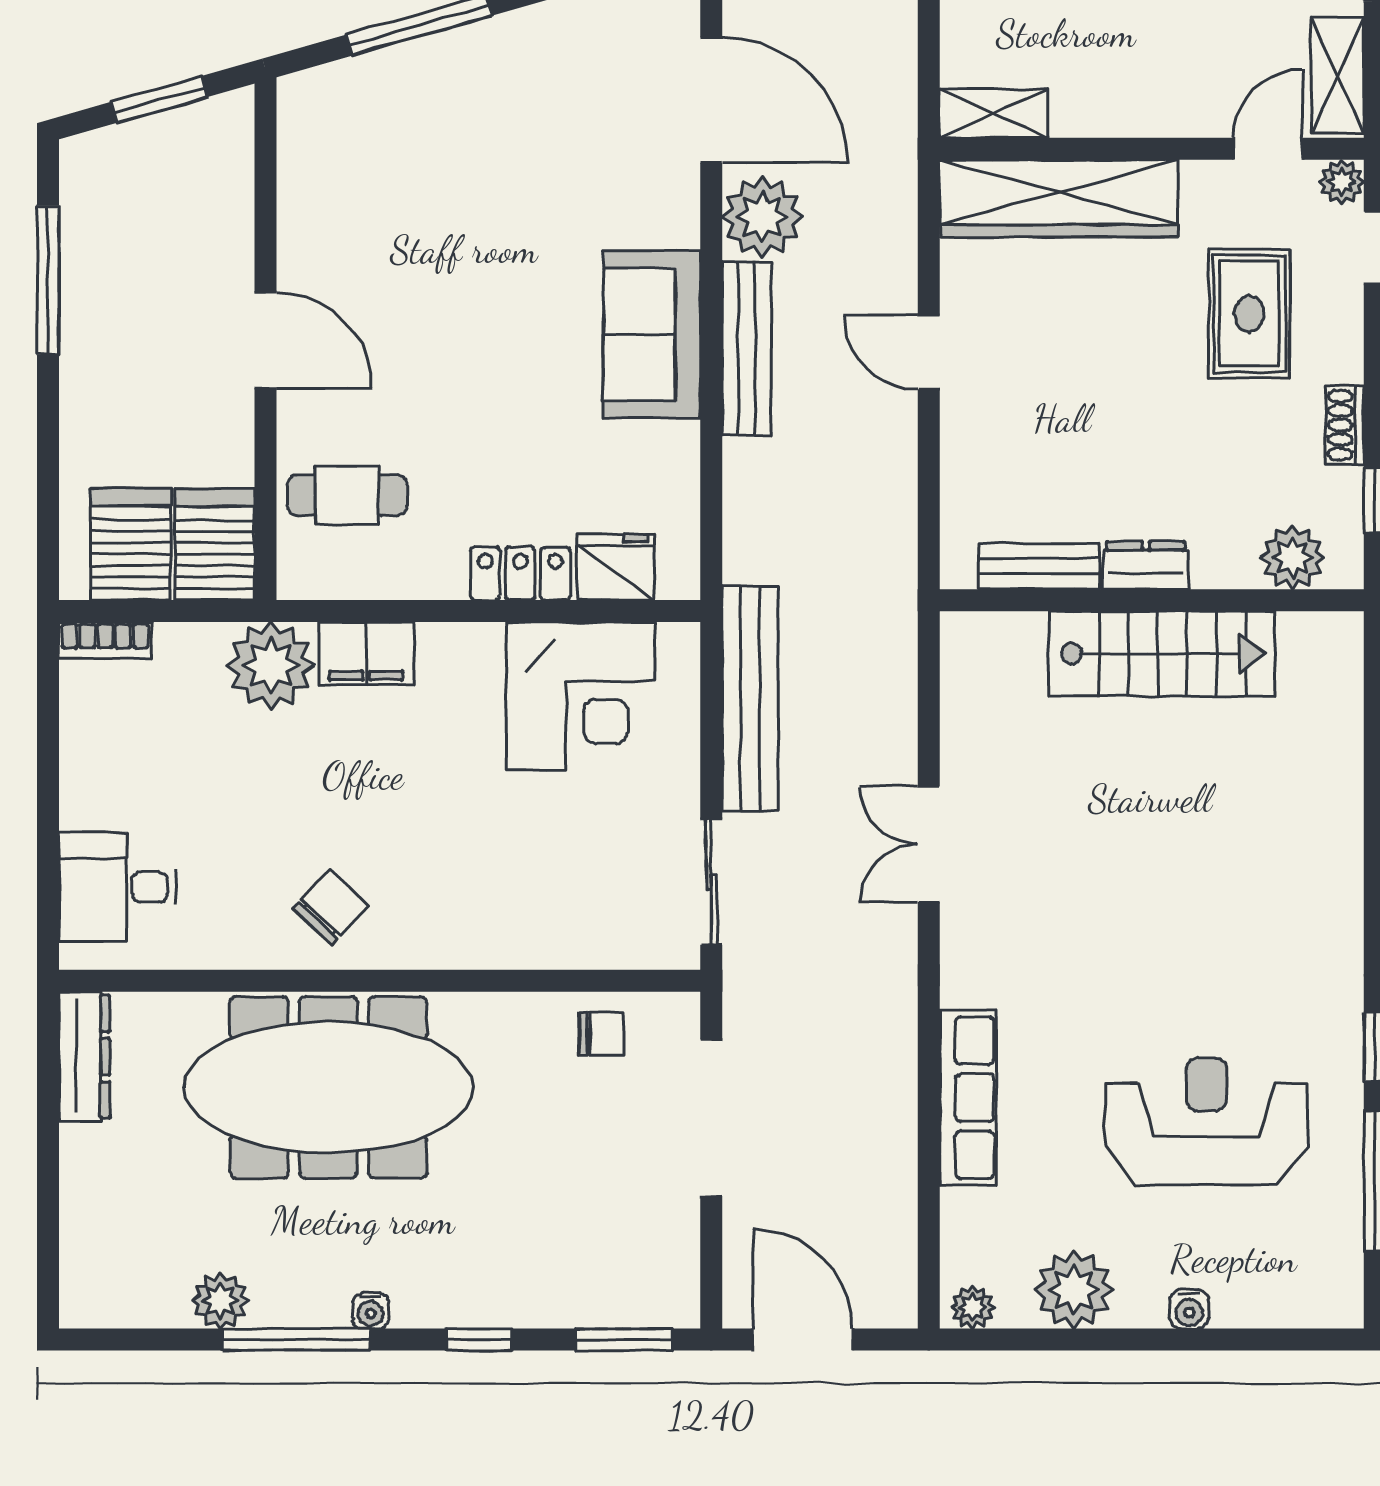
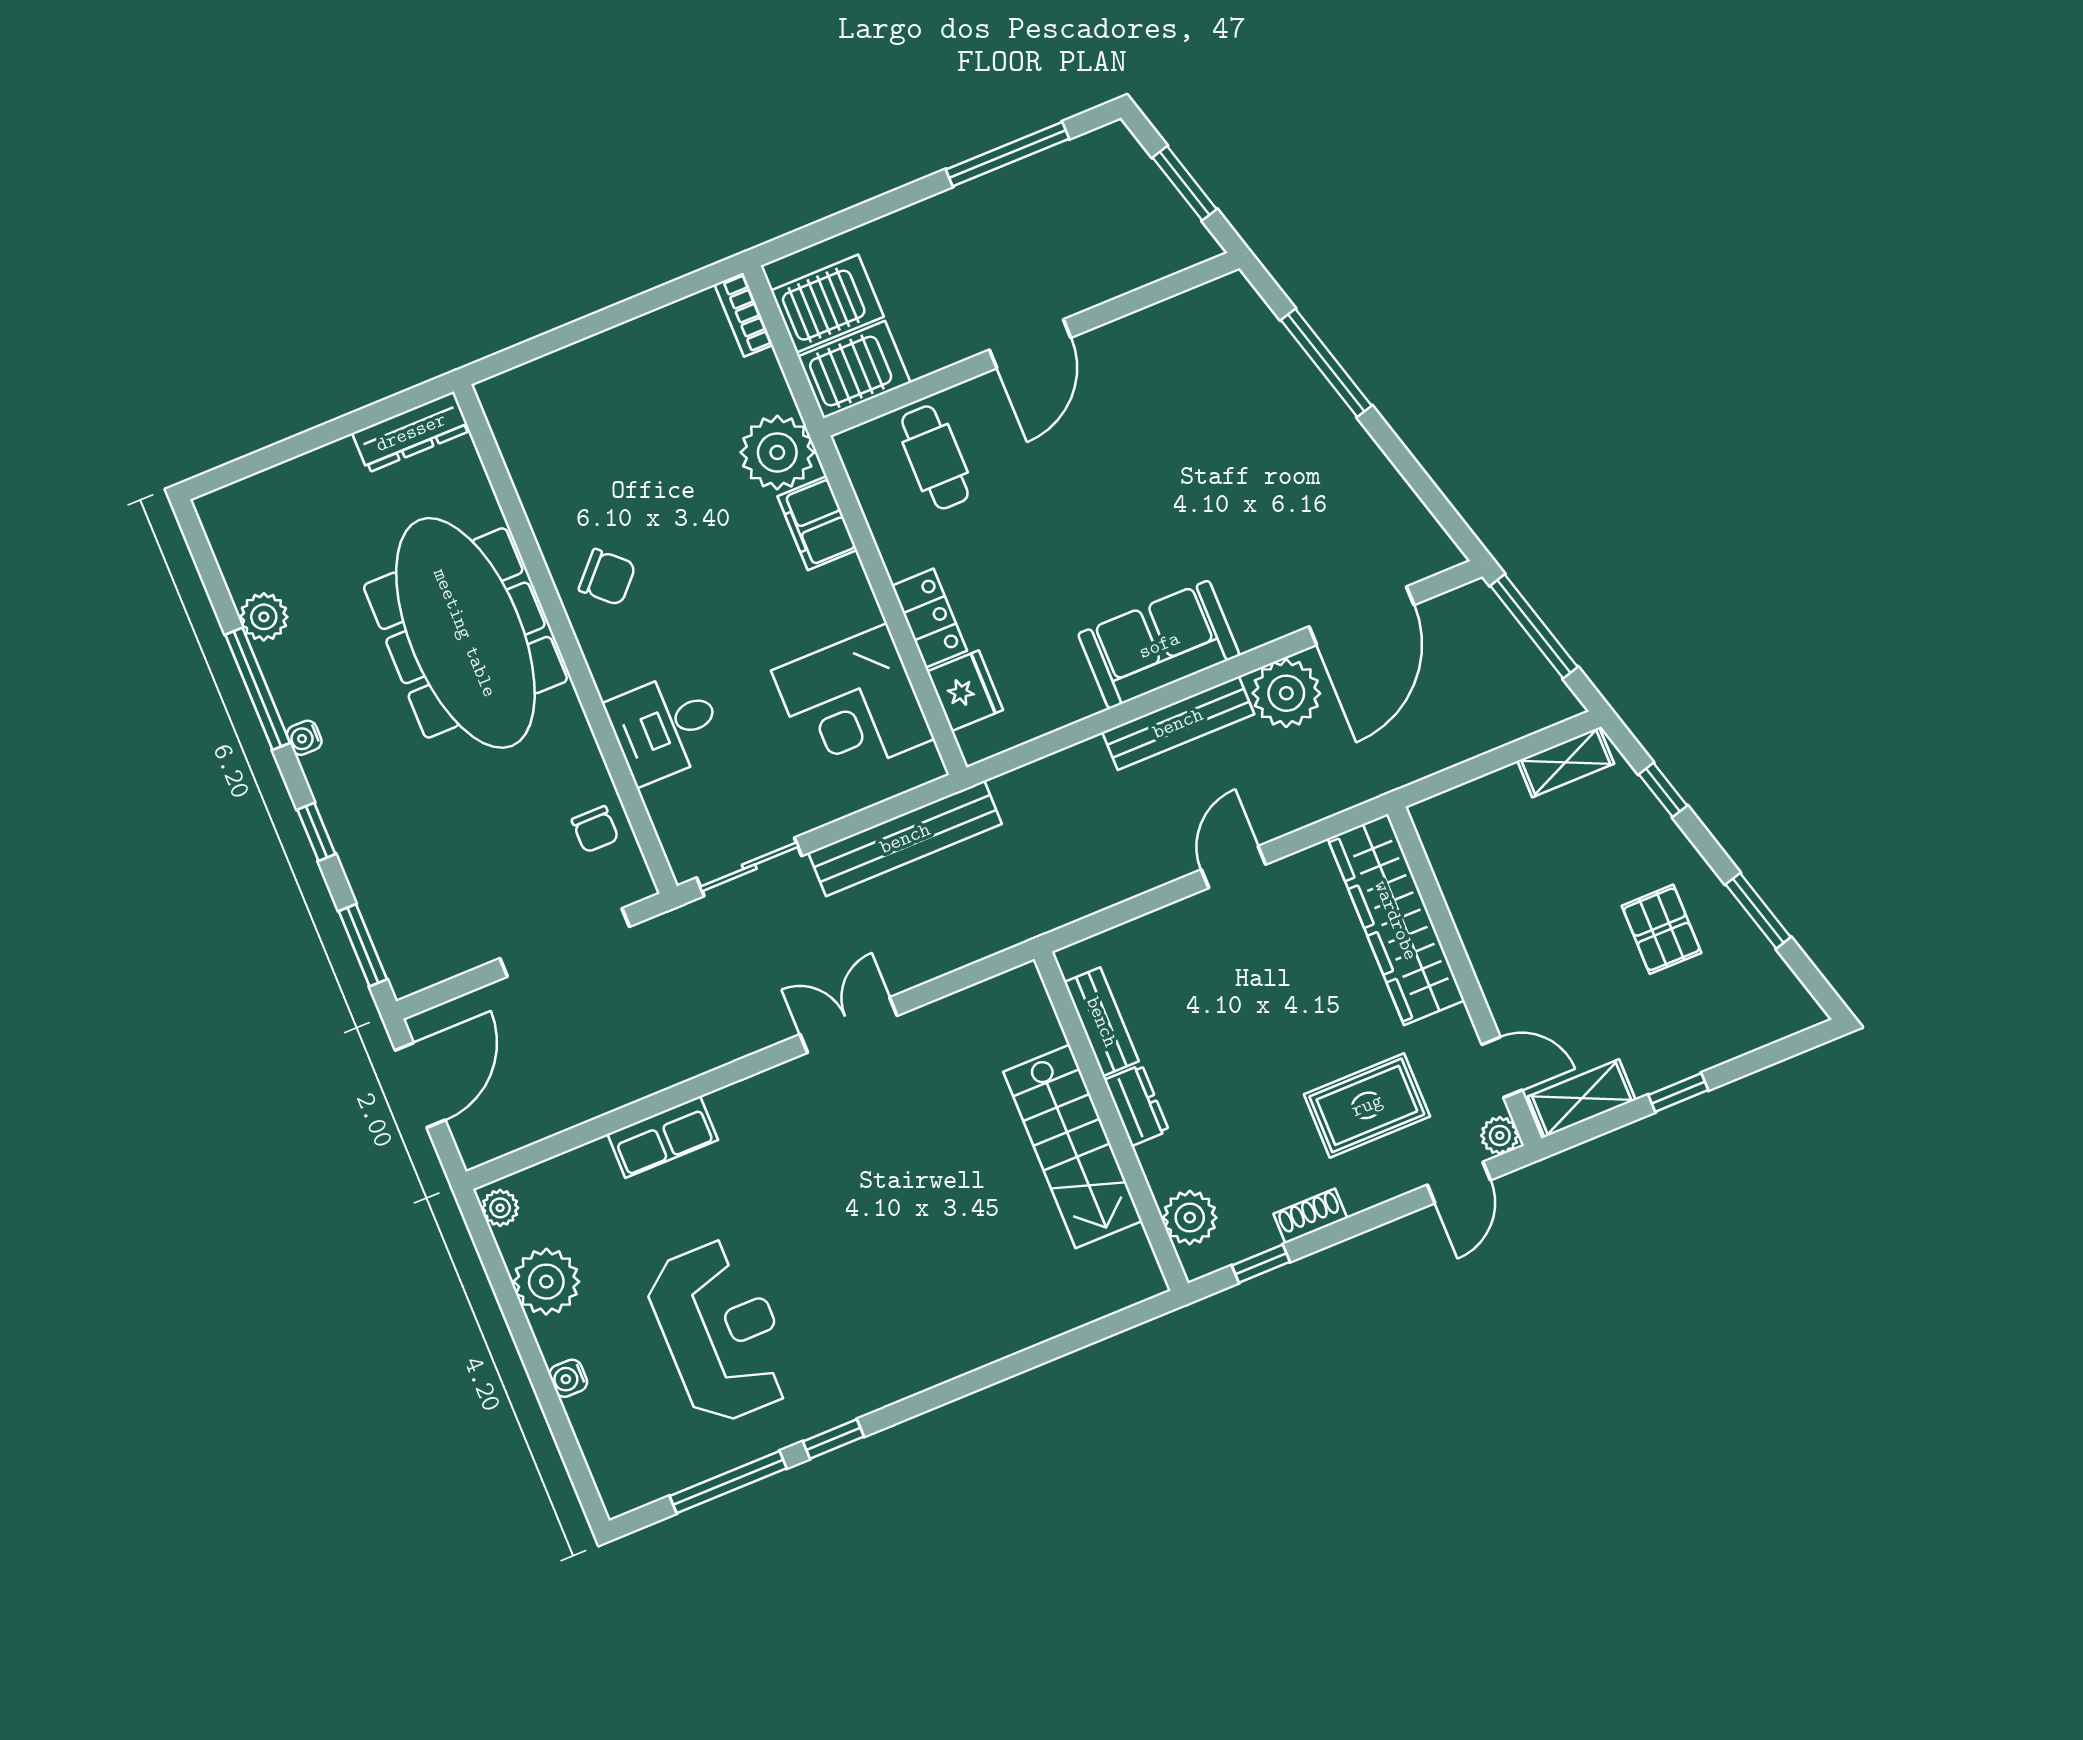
shelving: (994, 114) -> (1442, 841), removed
desk: (118, 887) -> (665, 727), moved, turned -90
row of seats: (968, 1098) -> (663, 1137), width x0.68

